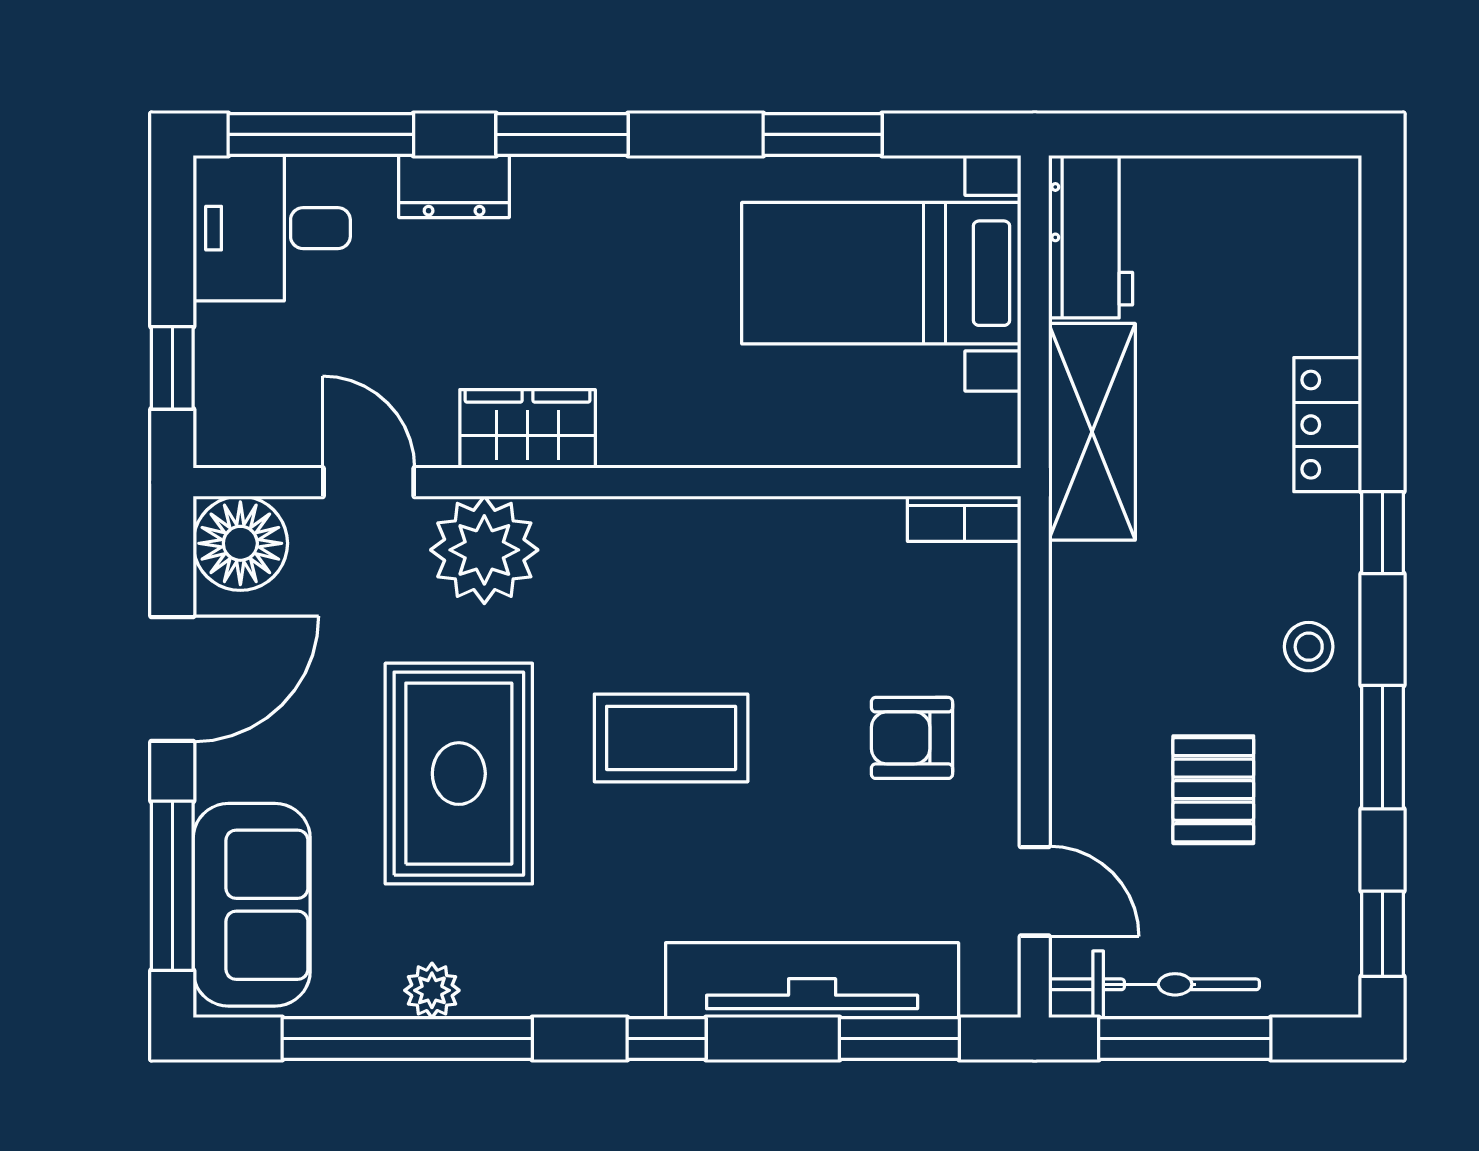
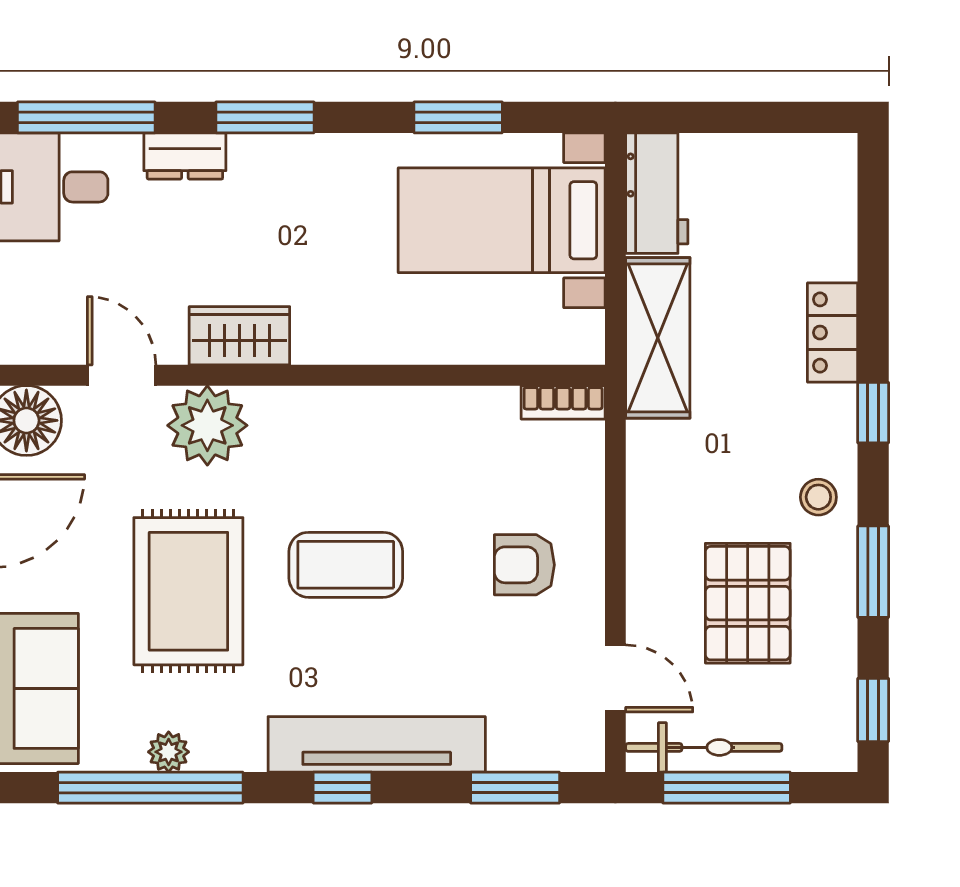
pallet: (1213, 790) -> (748, 603), width x1.50, depth x1.42
tv unit: (812, 980) -> (377, 744), moved

